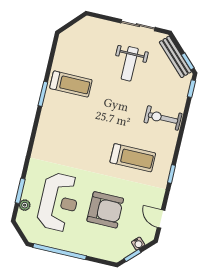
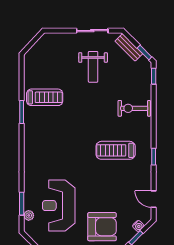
bench: (175, 57) -> (129, 47), width x0.73
treadmill: (133, 158) -> (116, 150), turned 180
reception desk: (59, 202) -> (59, 206), turned 180
armchair: (105, 210) -> (102, 227), moved

